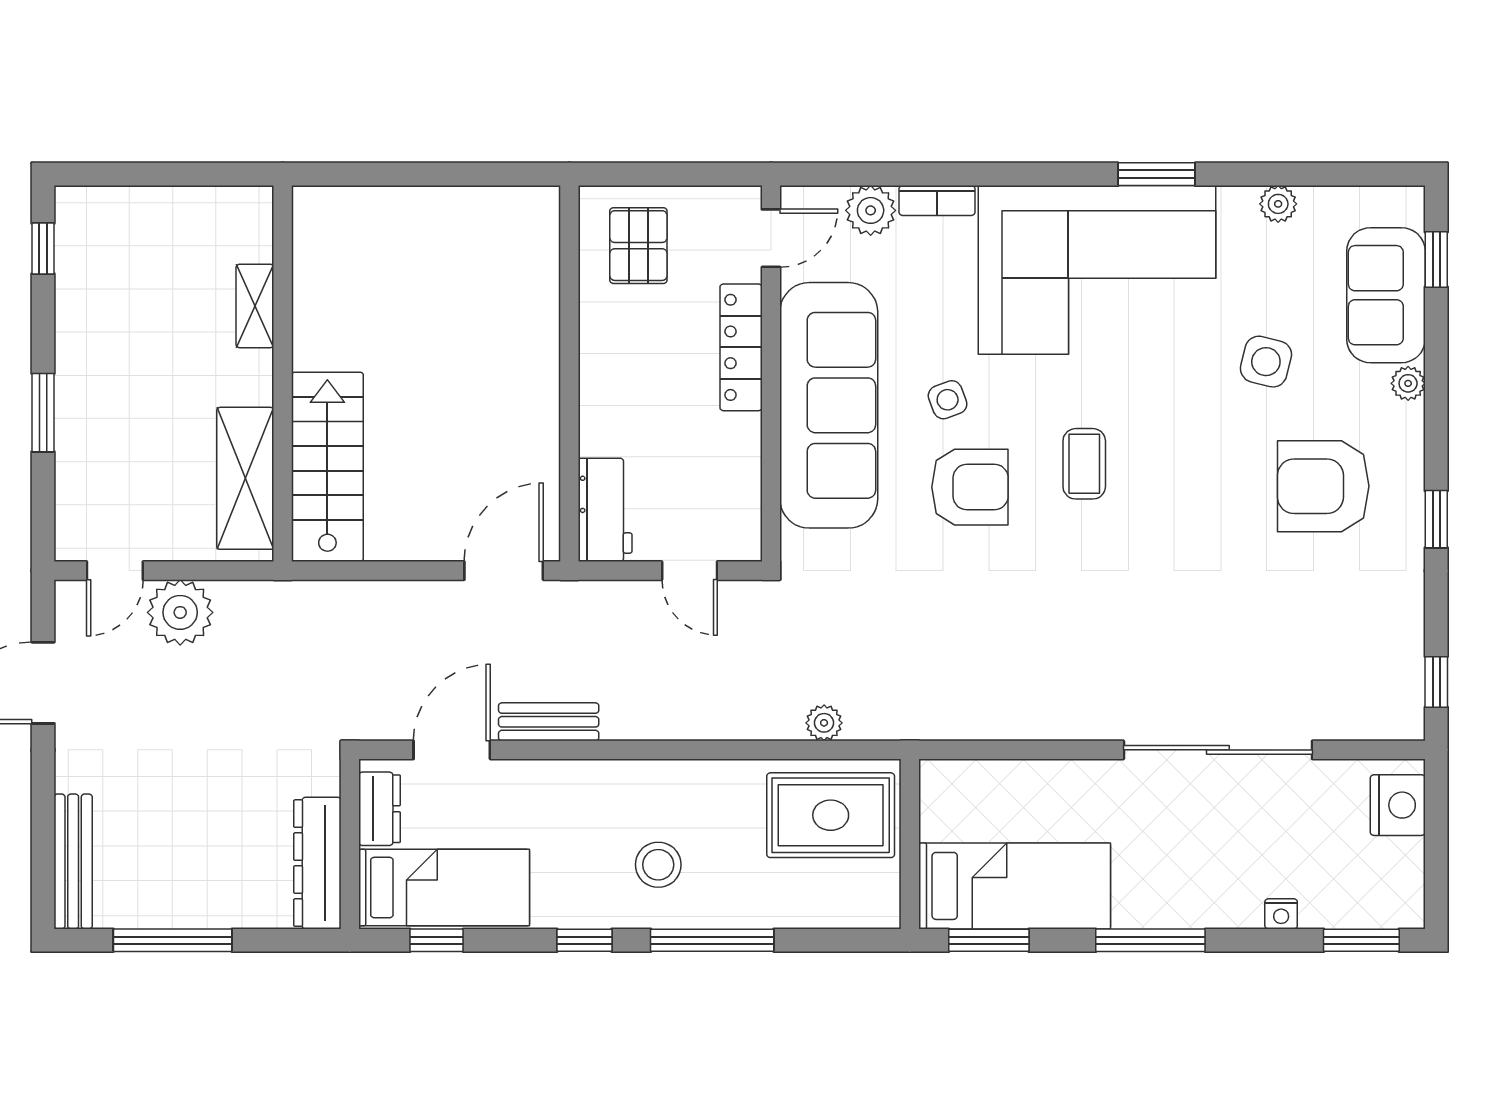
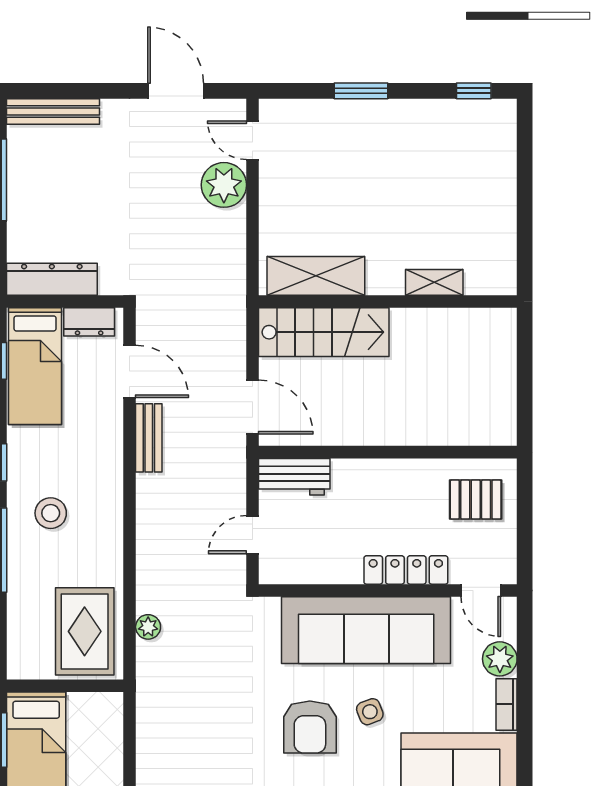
shelving: (255, 306) -> (434, 282), moved
wall: (283, 374) -> (388, 301), moved
stairs: (327, 467) -> (324, 332), moved
shelving: (245, 478) -> (316, 276), moved

